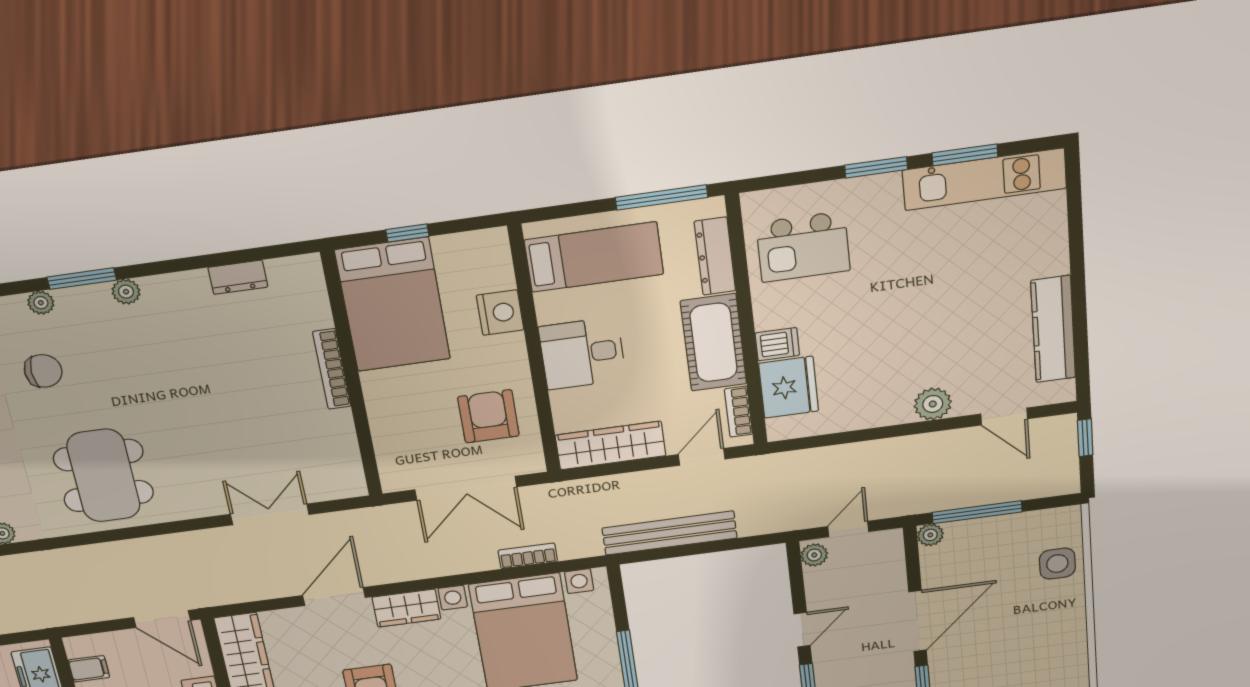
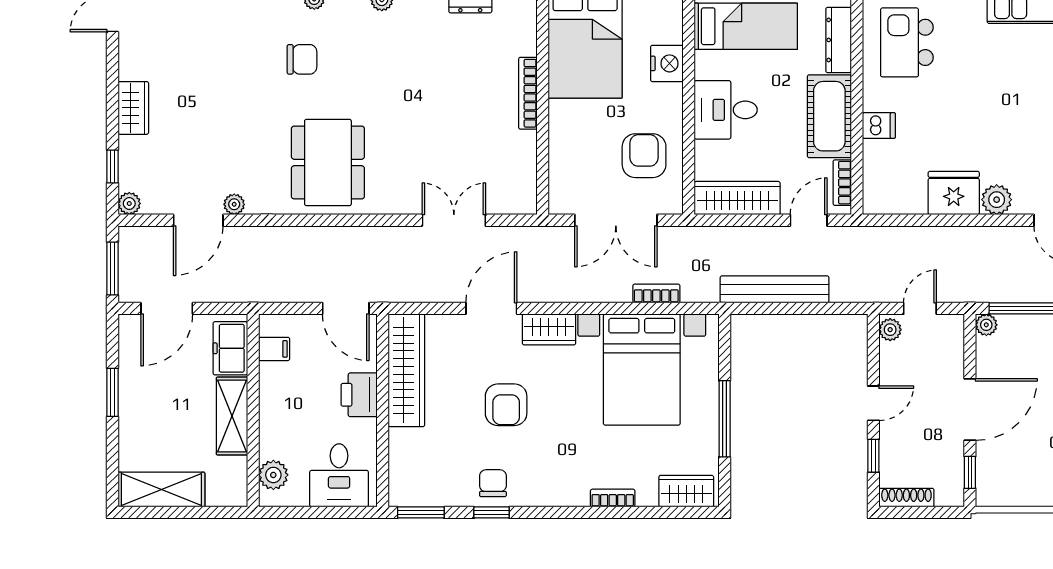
kitchen island: (803, 247) -> (907, 42), turned 90
fridge: (789, 387) -> (954, 193), moved, turned -90

